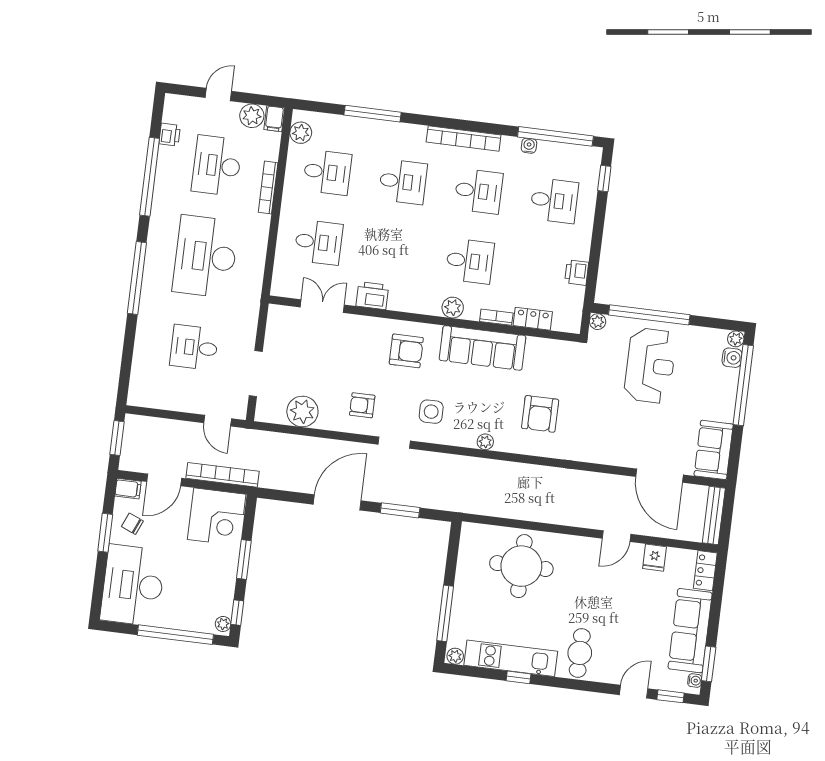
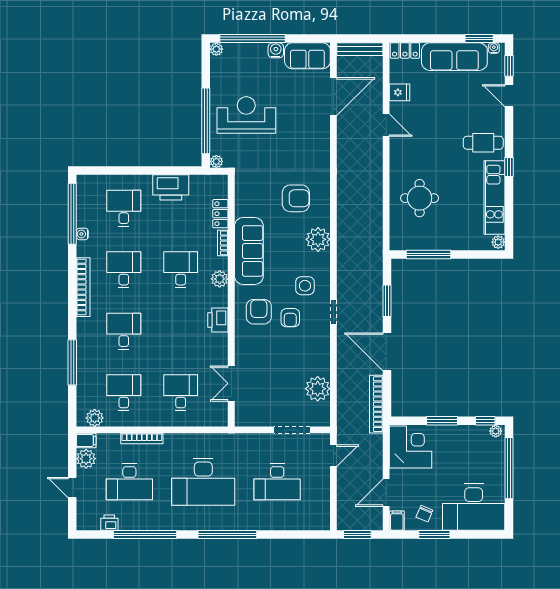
window: (604, 178) -> (101, 170), removed
printer: (577, 273) -> (171, 187), width x1.87, depth x1.48
printer: (372, 296) -> (218, 320), moved
desk: (194, 347) -> (277, 482), width x1.37
water cooler: (732, 358) -> (276, 50), moved
armchair: (362, 405) -> (290, 318), moved
plant: (485, 442) -> (318, 239), width x1.88, depth x1.88
bookcase: (223, 475) -> (376, 404), moved
door: (164, 480) -> (386, 493), swing flipped
round table: (521, 566) -> (420, 198), width x0.73, depth x0.73
window: (445, 613) -> (429, 254), moved
window: (519, 677) -> (509, 167), moved

